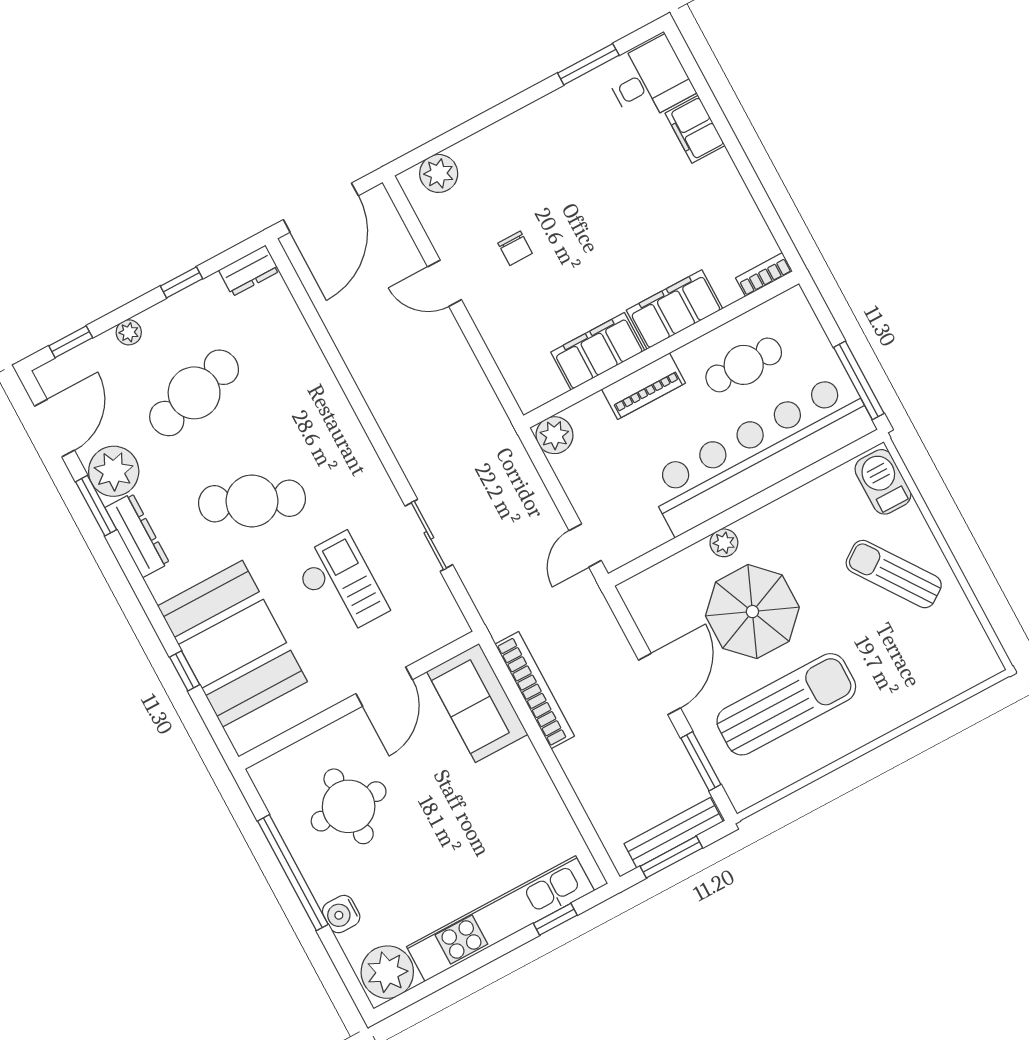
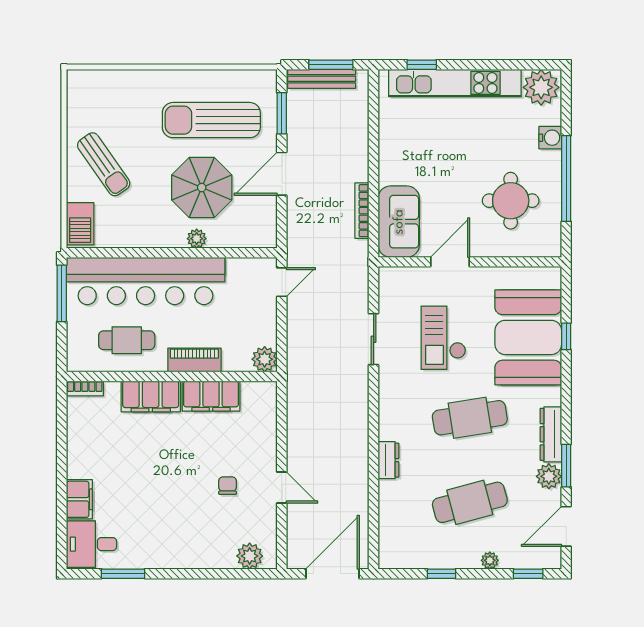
dresser: (249, 271) -> (389, 460), moved, turned 90
plant: (114, 471) -> (549, 476), width x0.73, depth x0.73
cafe table: (252, 501) -> (470, 418), turned -33
bookcase: (535, 690) -> (362, 211), width x0.68, depth x0.76

